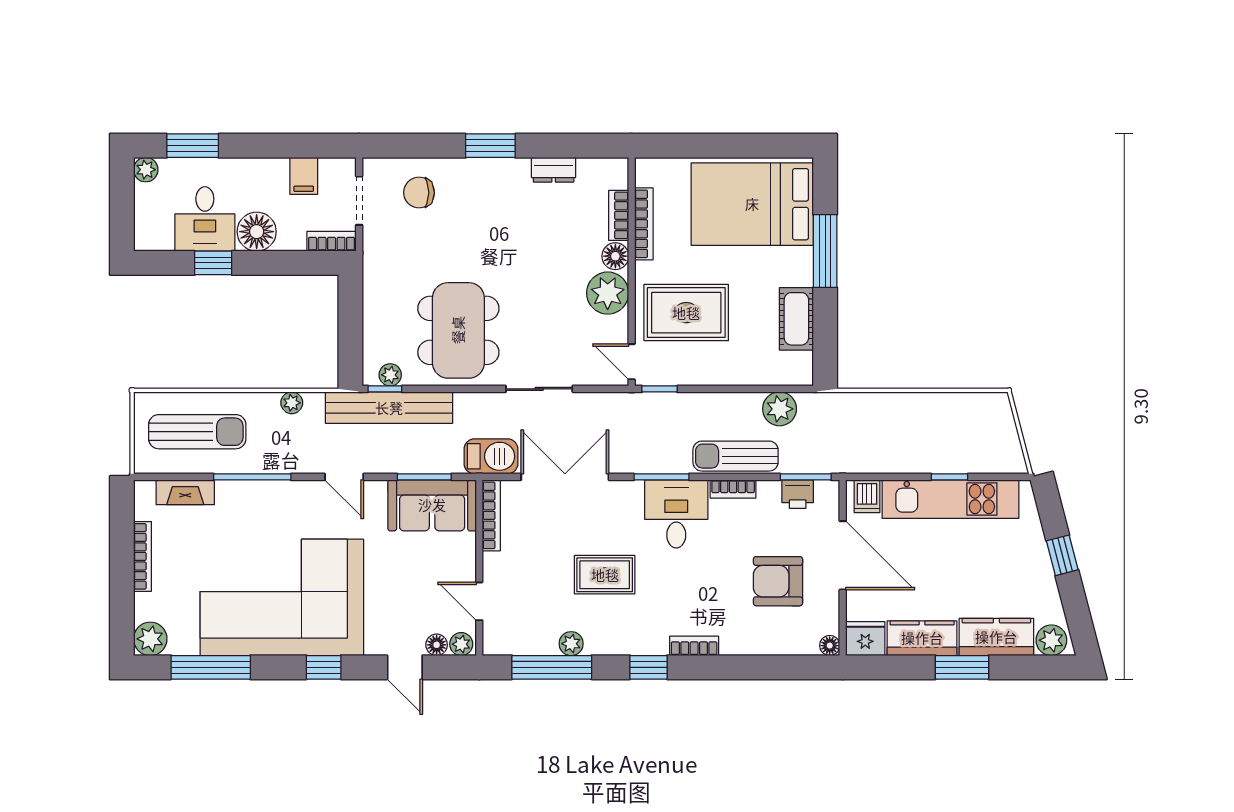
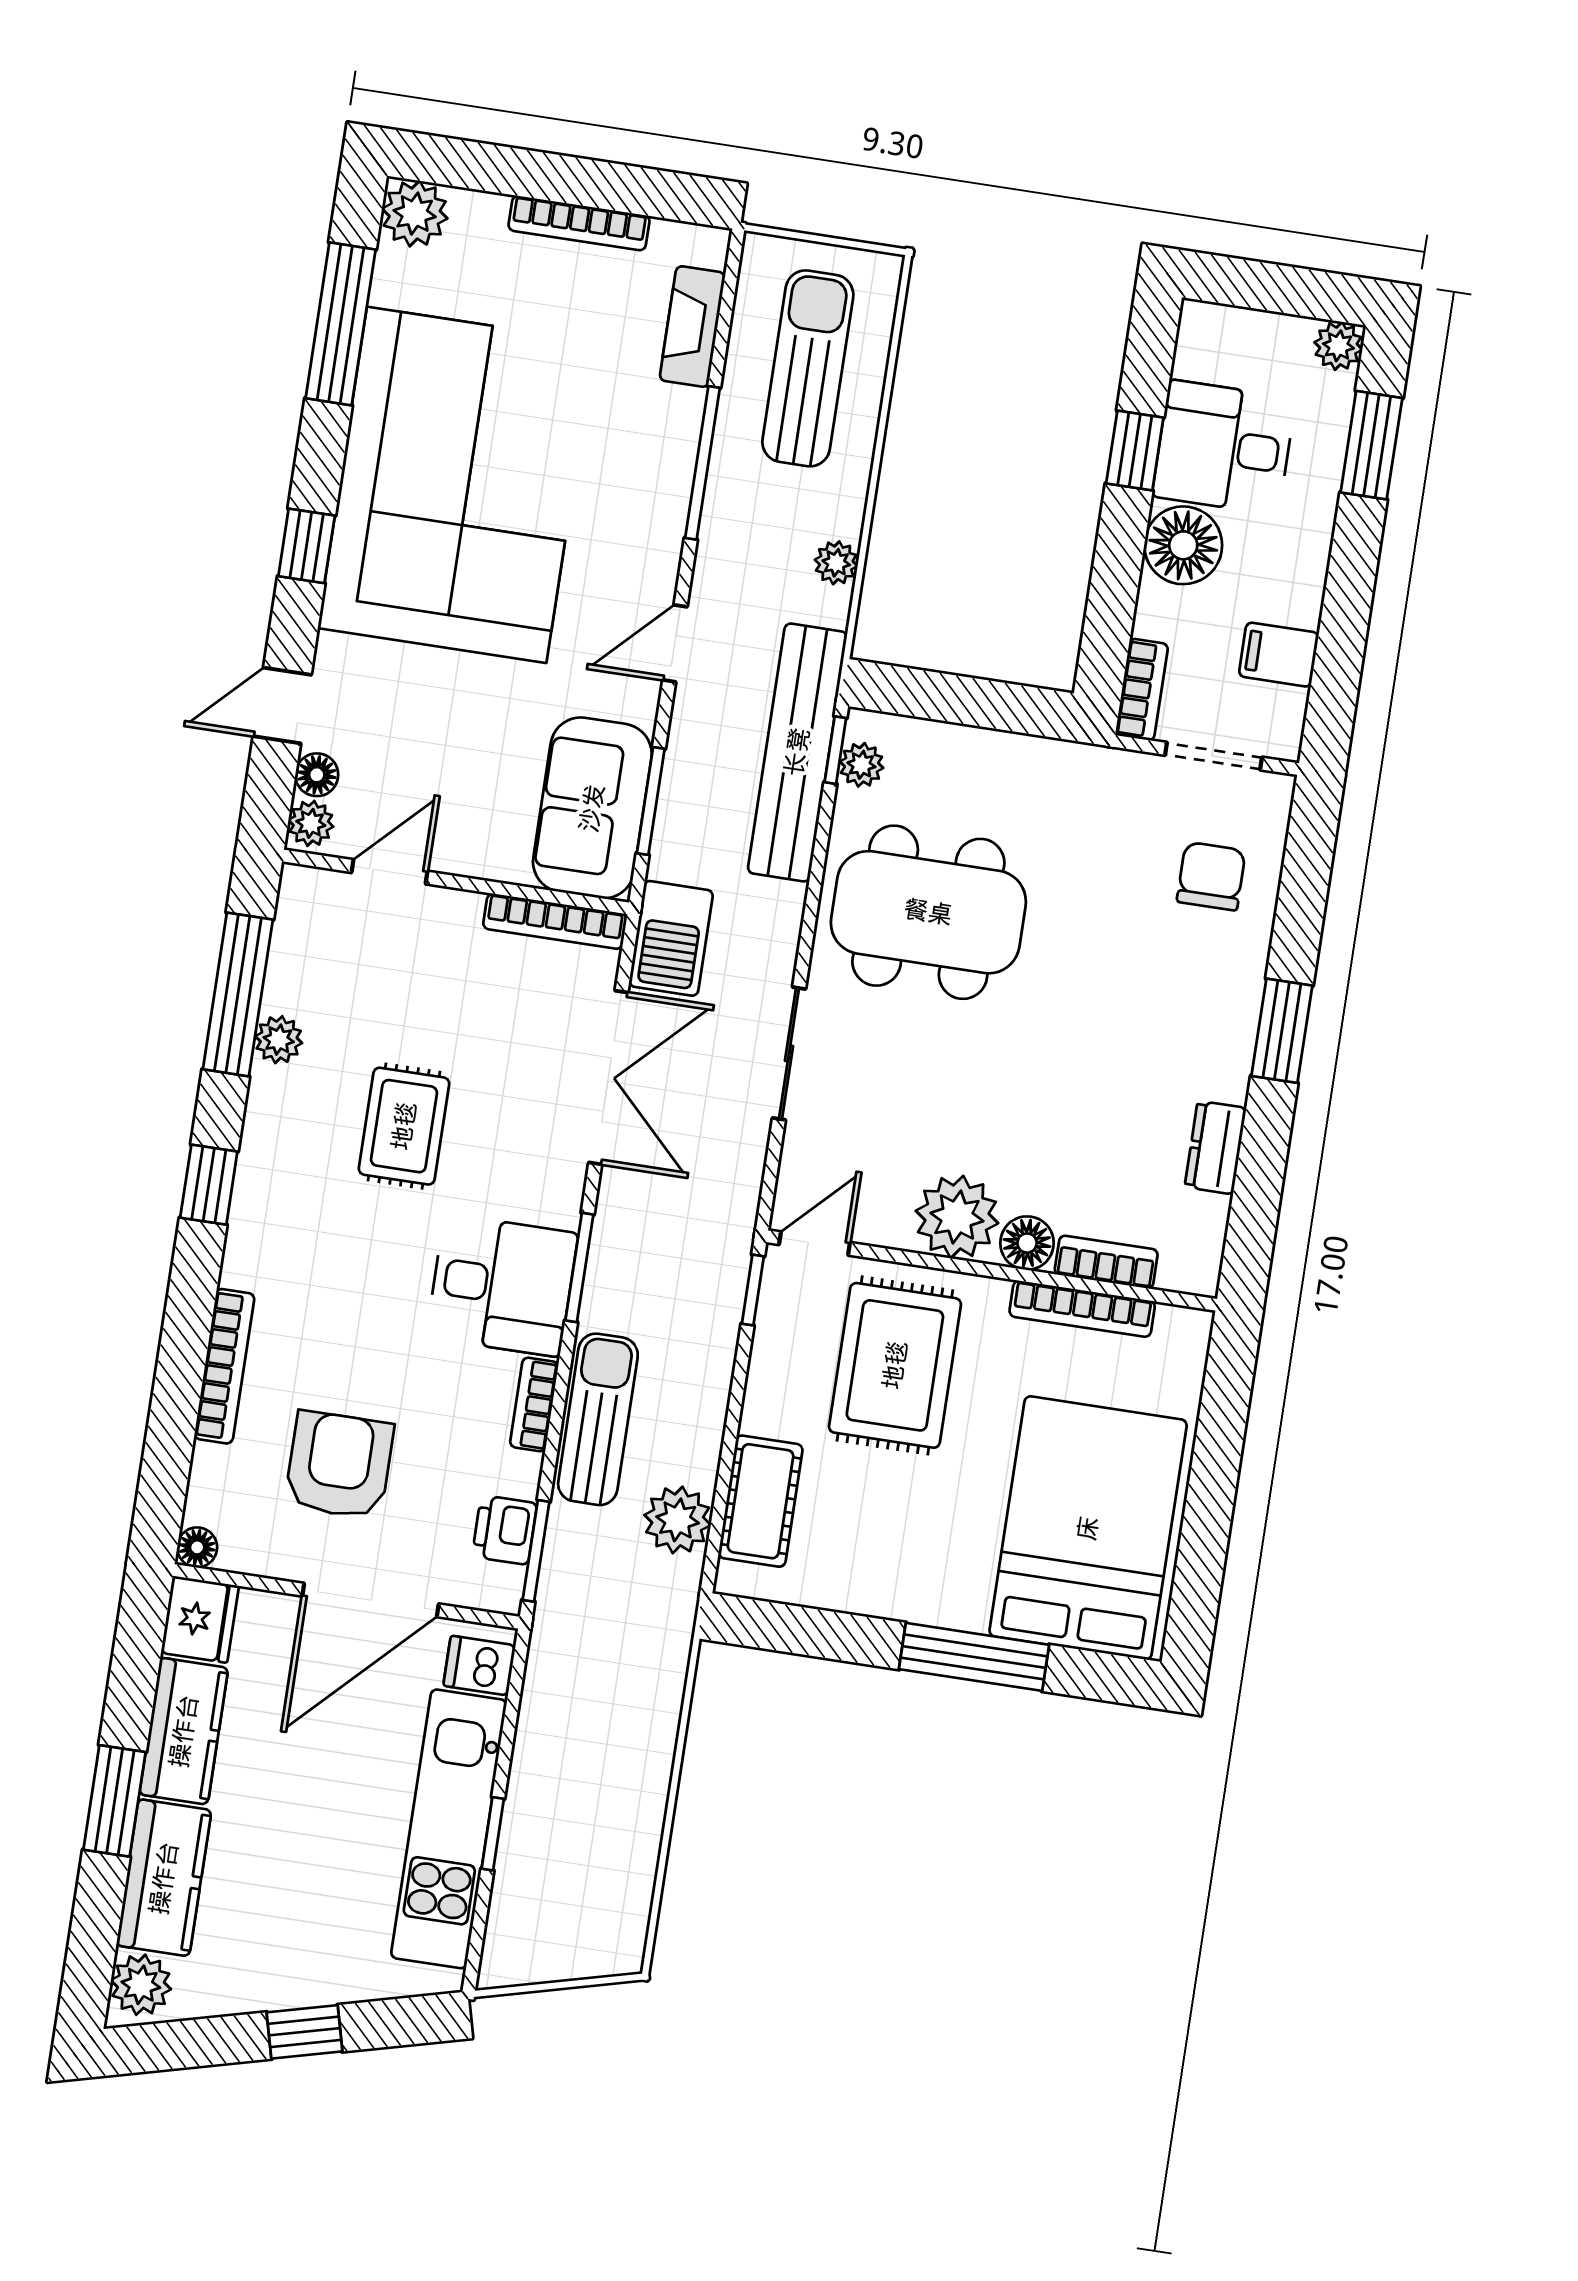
cot: (796, 319) -> (761, 1501), moved, turned 90
sun lounger: (197, 432) -> (808, 368), turned 180
bookcase: (694, 646) -> (224, 1366), moved, width x1.56

